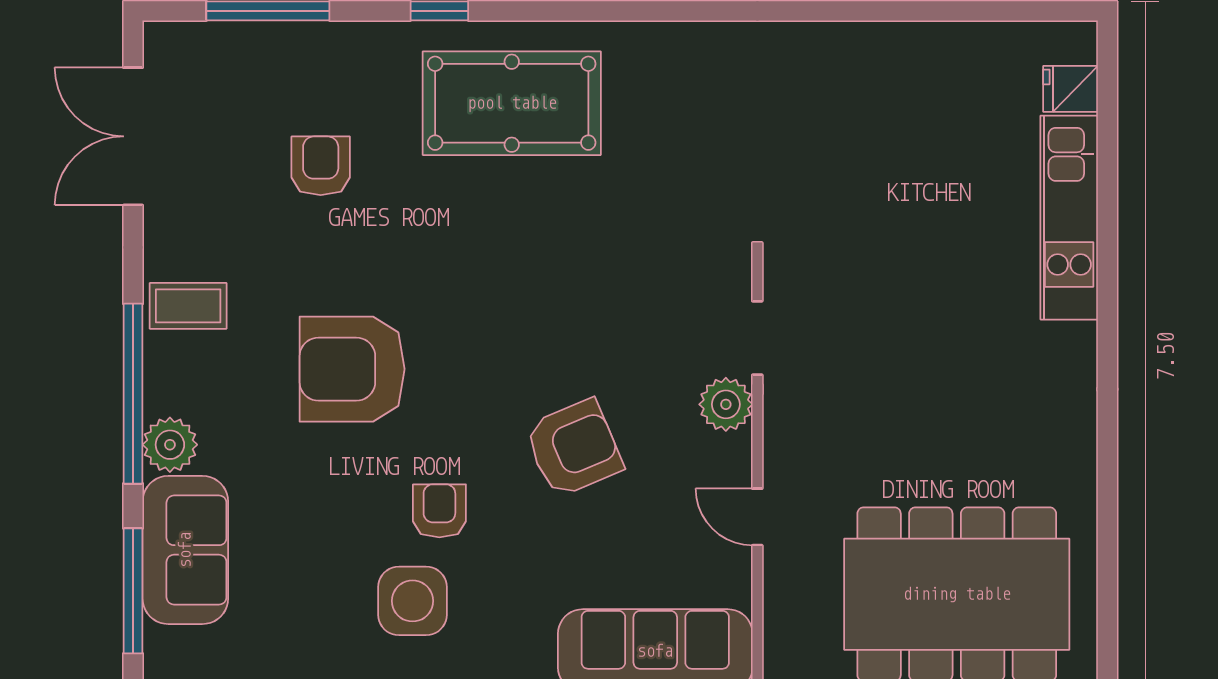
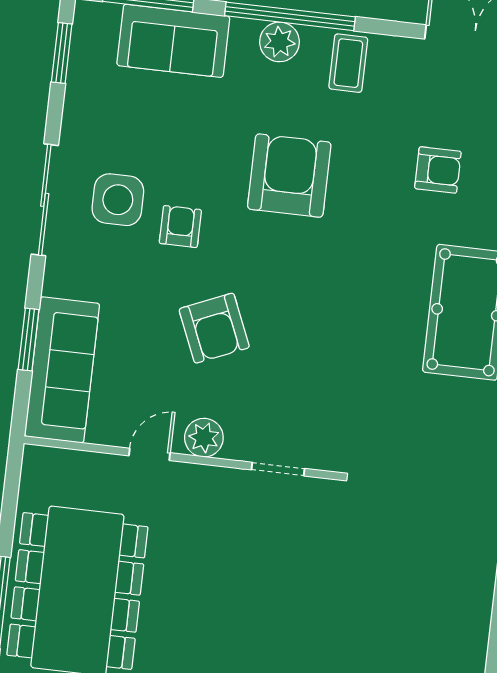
plant: (726, 404) -> (204, 438), moved
plant: (170, 445) -> (279, 42), moved
armchair: (439, 511) -> (180, 227), turned -90

